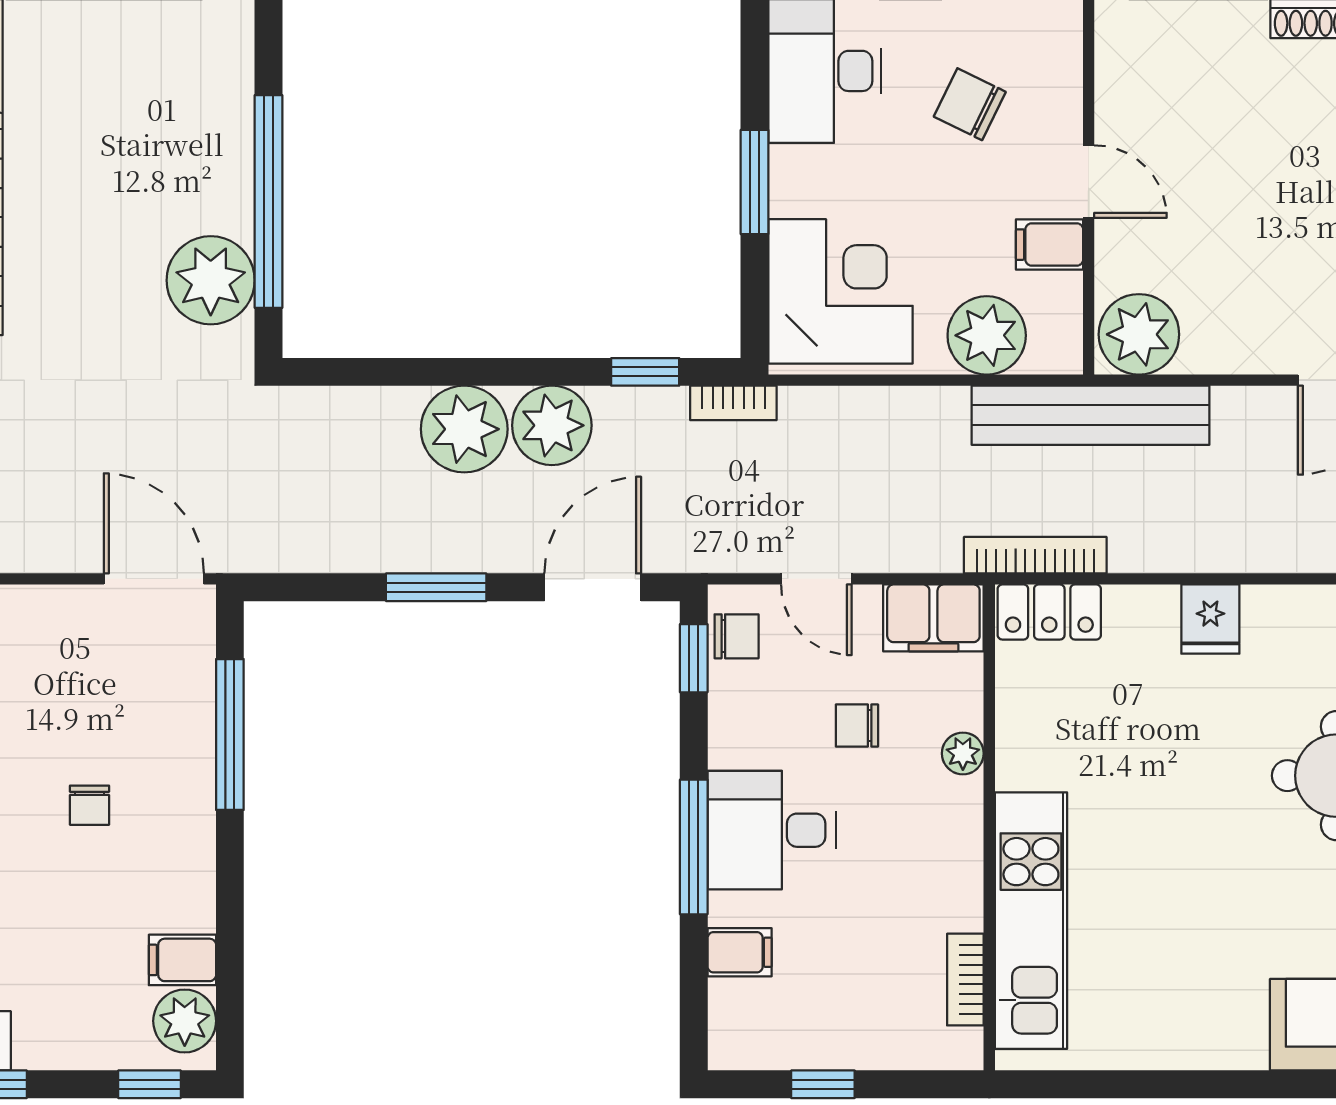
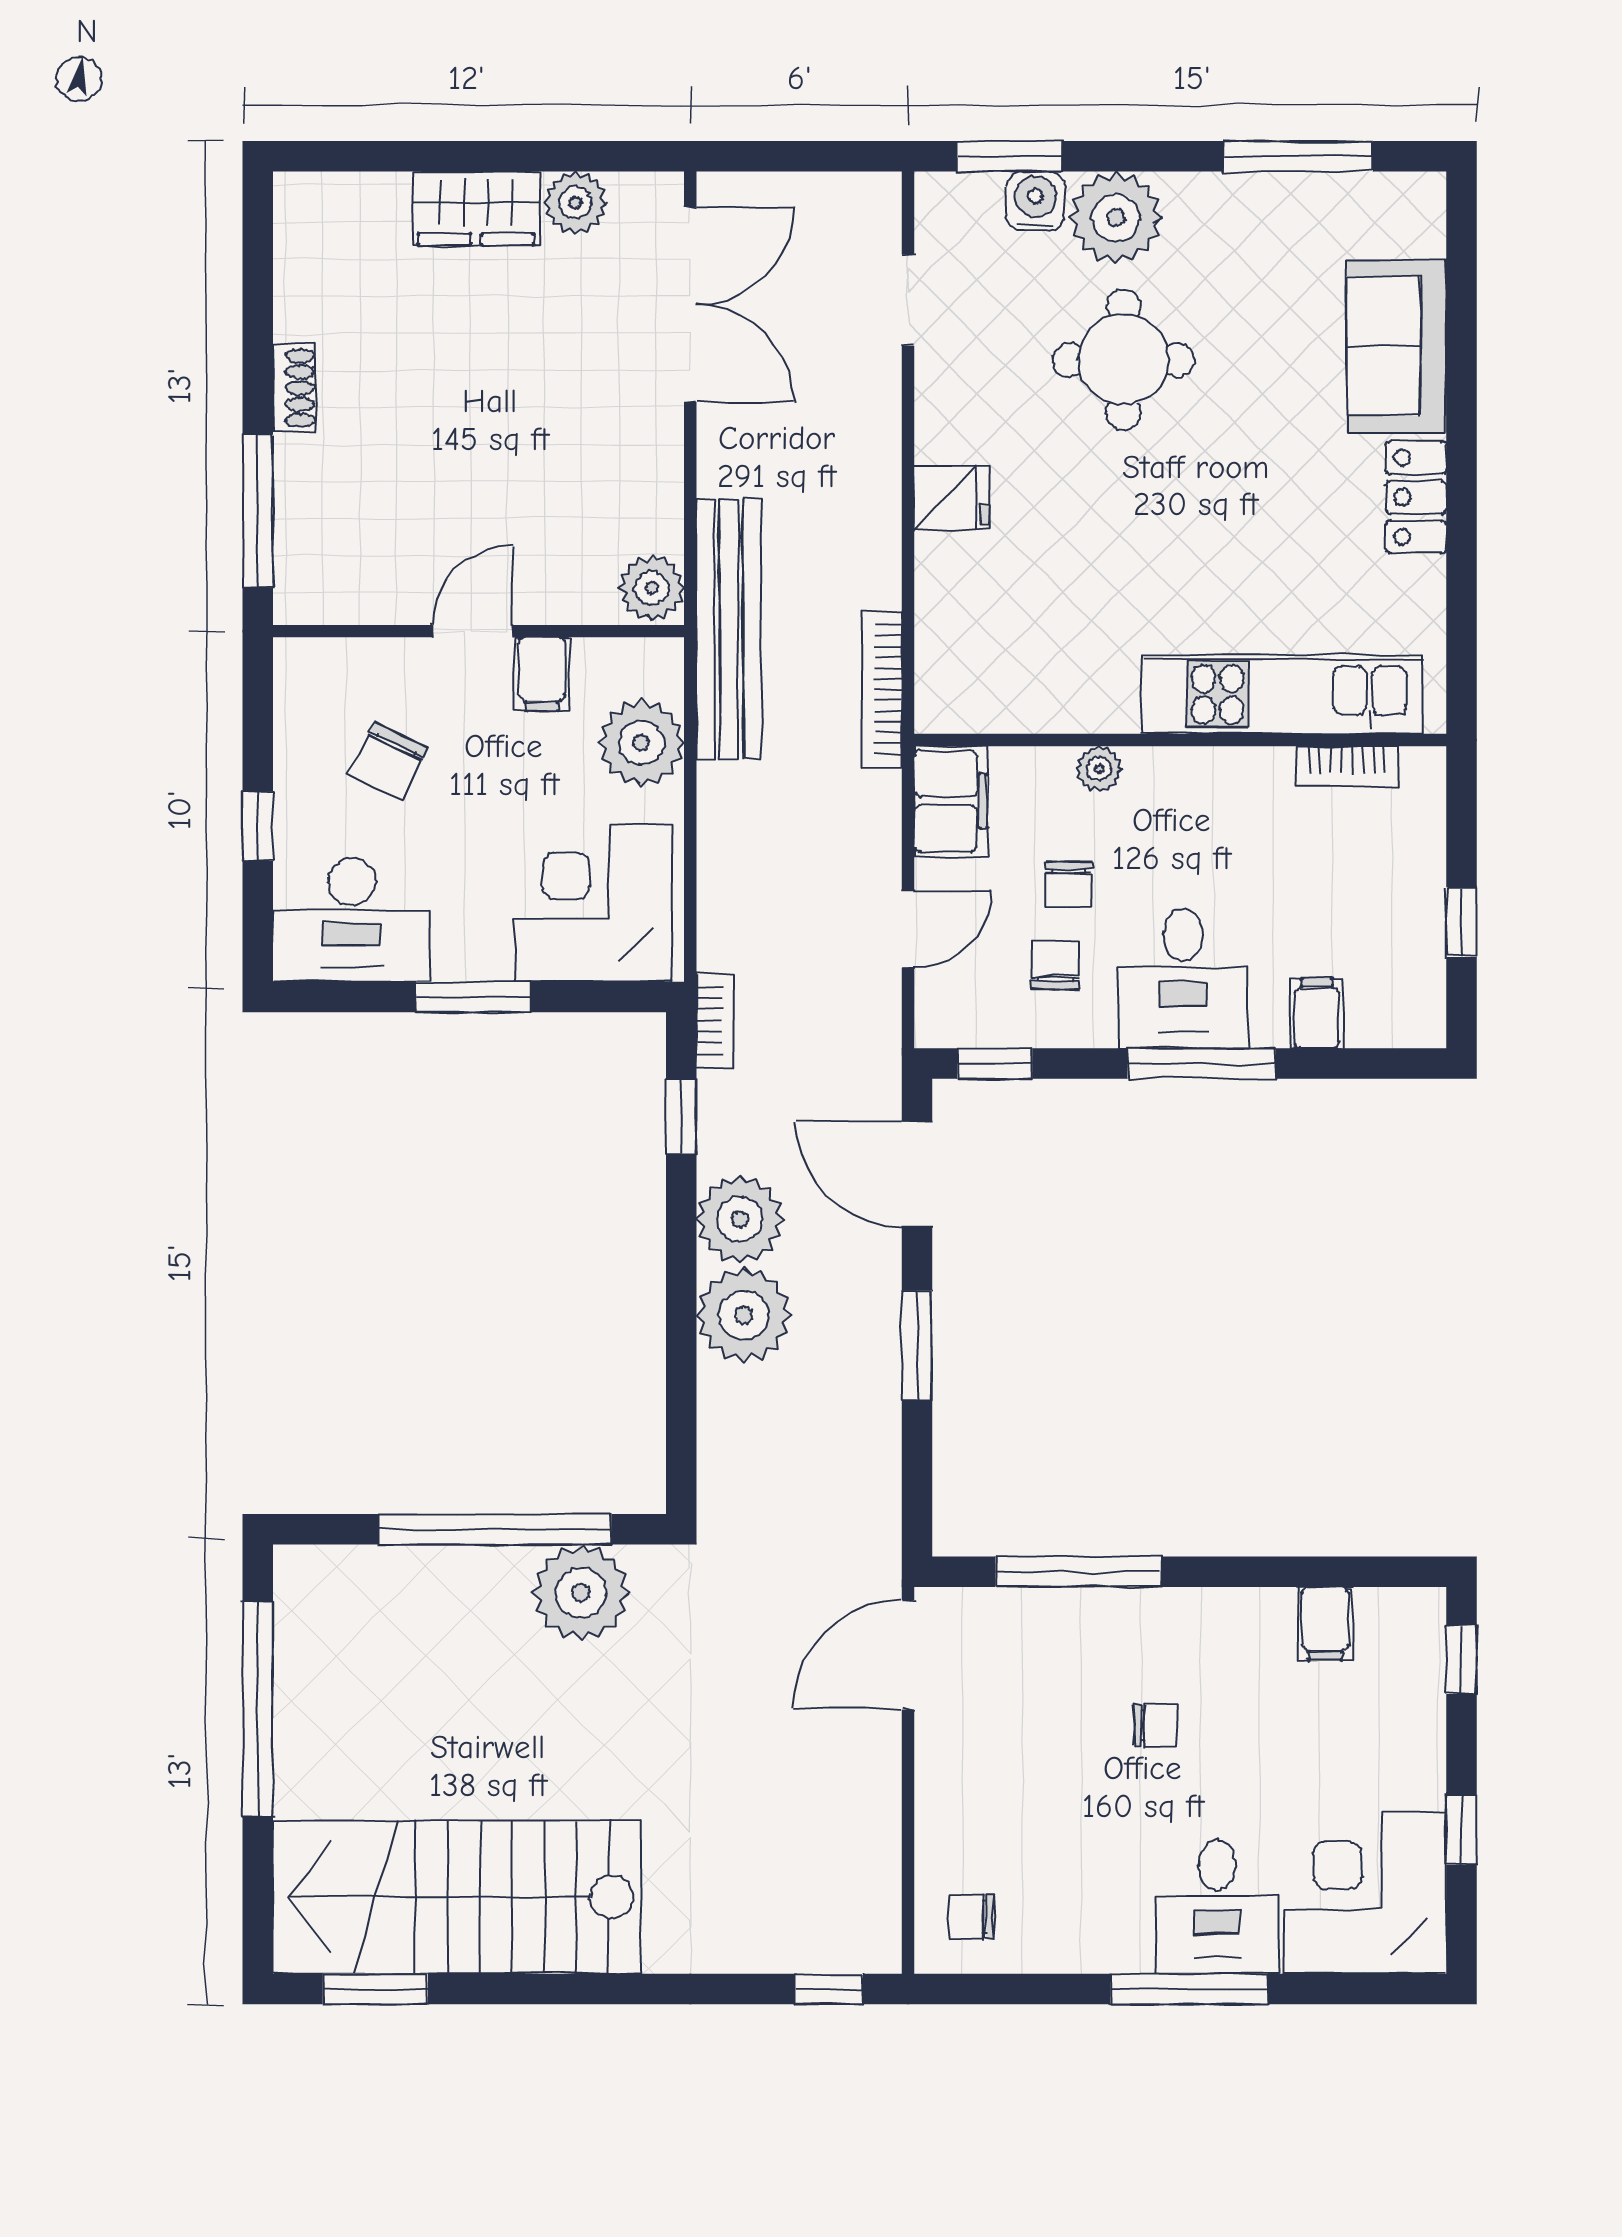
plant: (1139, 334) -> (652, 588), width x0.73, depth x0.73
locker: (1049, 612) -> (1416, 497), moved, turned 180
chair: (737, 636) -> (1055, 965), moved
plant: (185, 1021) -> (1392, 1621), removed

